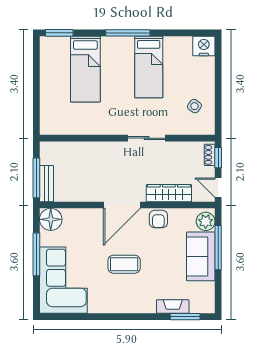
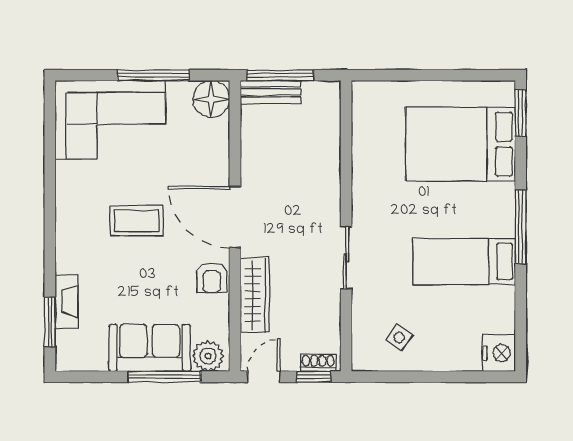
bed: (85, 69) -> (461, 144), width x1.50
armchair: (158, 219) -> (212, 278), turned -90
coffee table: (124, 264) -> (137, 221), turned 90

